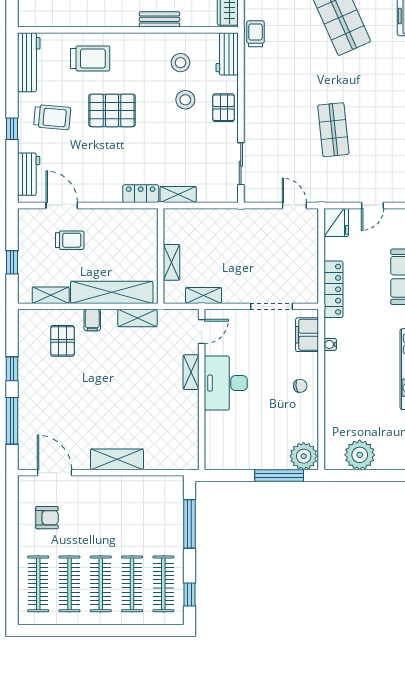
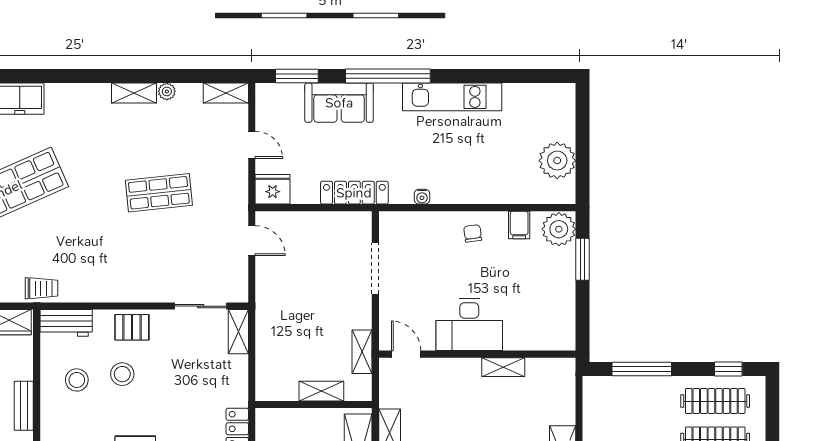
trolley: (255, 34) -> (42, 288), turned 180
shelving: (178, 195) -> (238, 332), moved
door: (294, 205) -> (252, 241), swing flipped
filing cabinet: (307, 335) -> (519, 225), moved, width x0.50
shelving: (191, 372) -> (503, 367), moved
window: (279, 475) -> (582, 259), width x0.69

